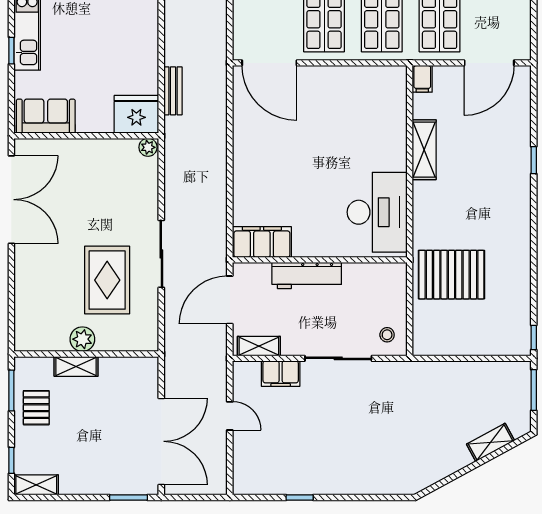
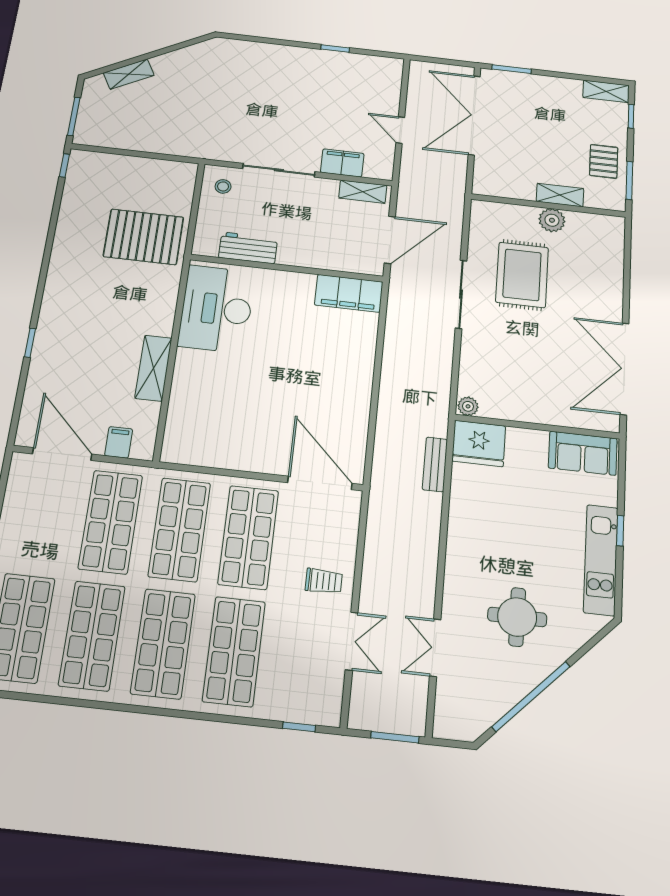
door: (489, 63) -> (62, 454), hinge flipped
filing cabinet: (422, 79) -> (119, 442), moved
workbench: (307, 275) -> (248, 248), moved, width x0.73

